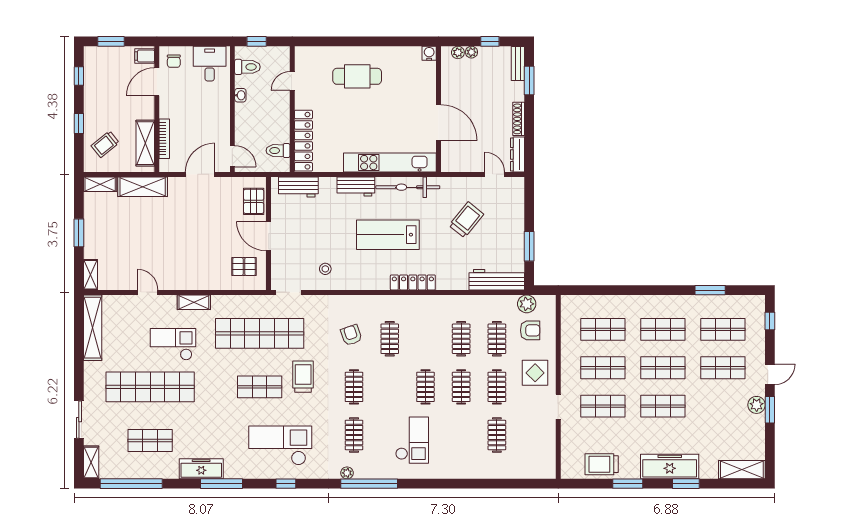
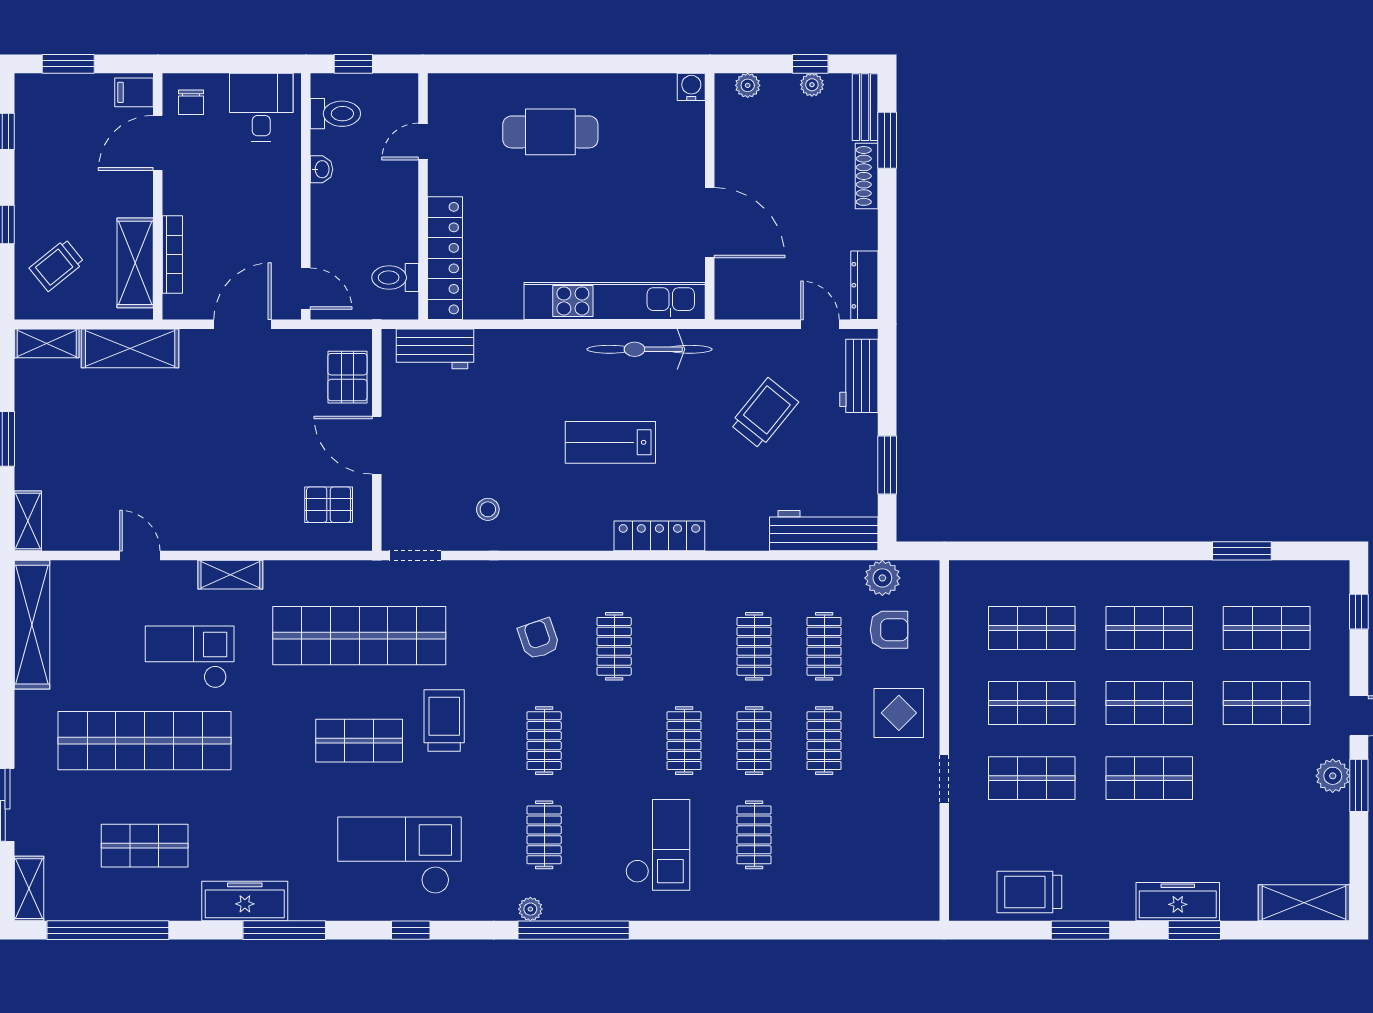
plant: (471, 52) -> (812, 85), moved
shoe rack: (519, 119) -> (867, 176), moved
workbench: (356, 186) -> (859, 376), moved, turned 90
lab bench: (388, 235) -> (610, 442), width x0.73, depth x0.72
clothes rail: (497, 435) -> (754, 835), moved
freezer: (670, 467) -> (1178, 902), width x0.73, depth x0.79

